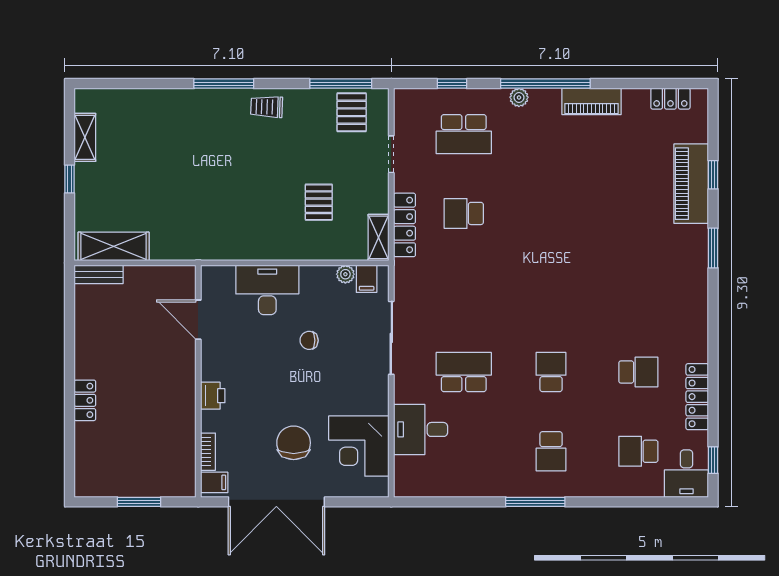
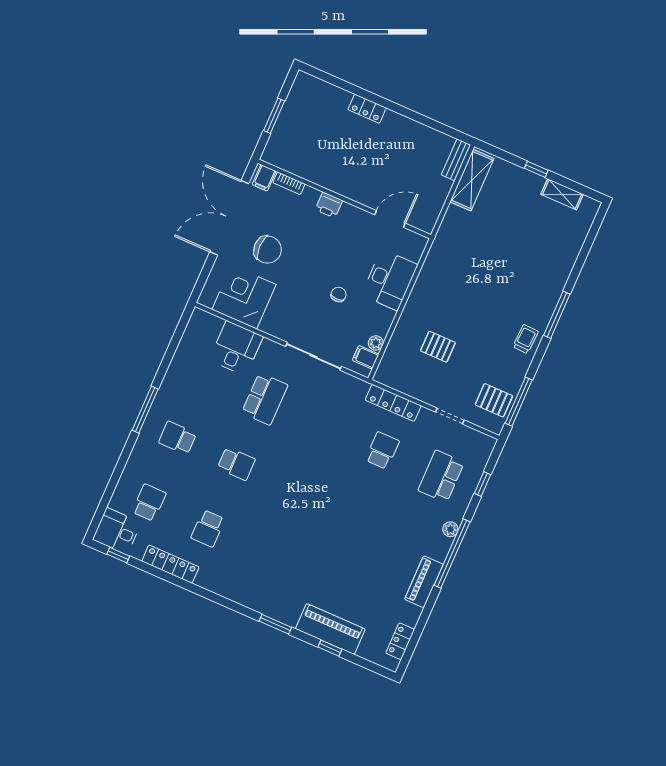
shelving: (379, 237) -> (392, 380), removed

